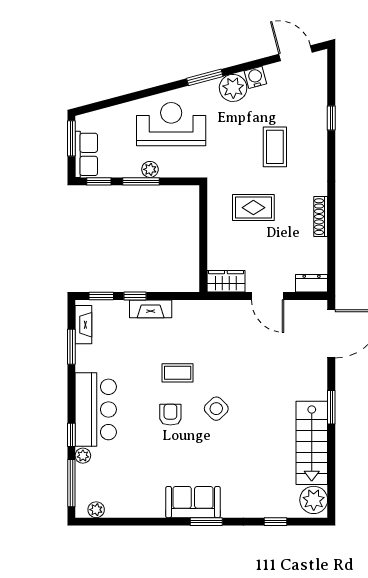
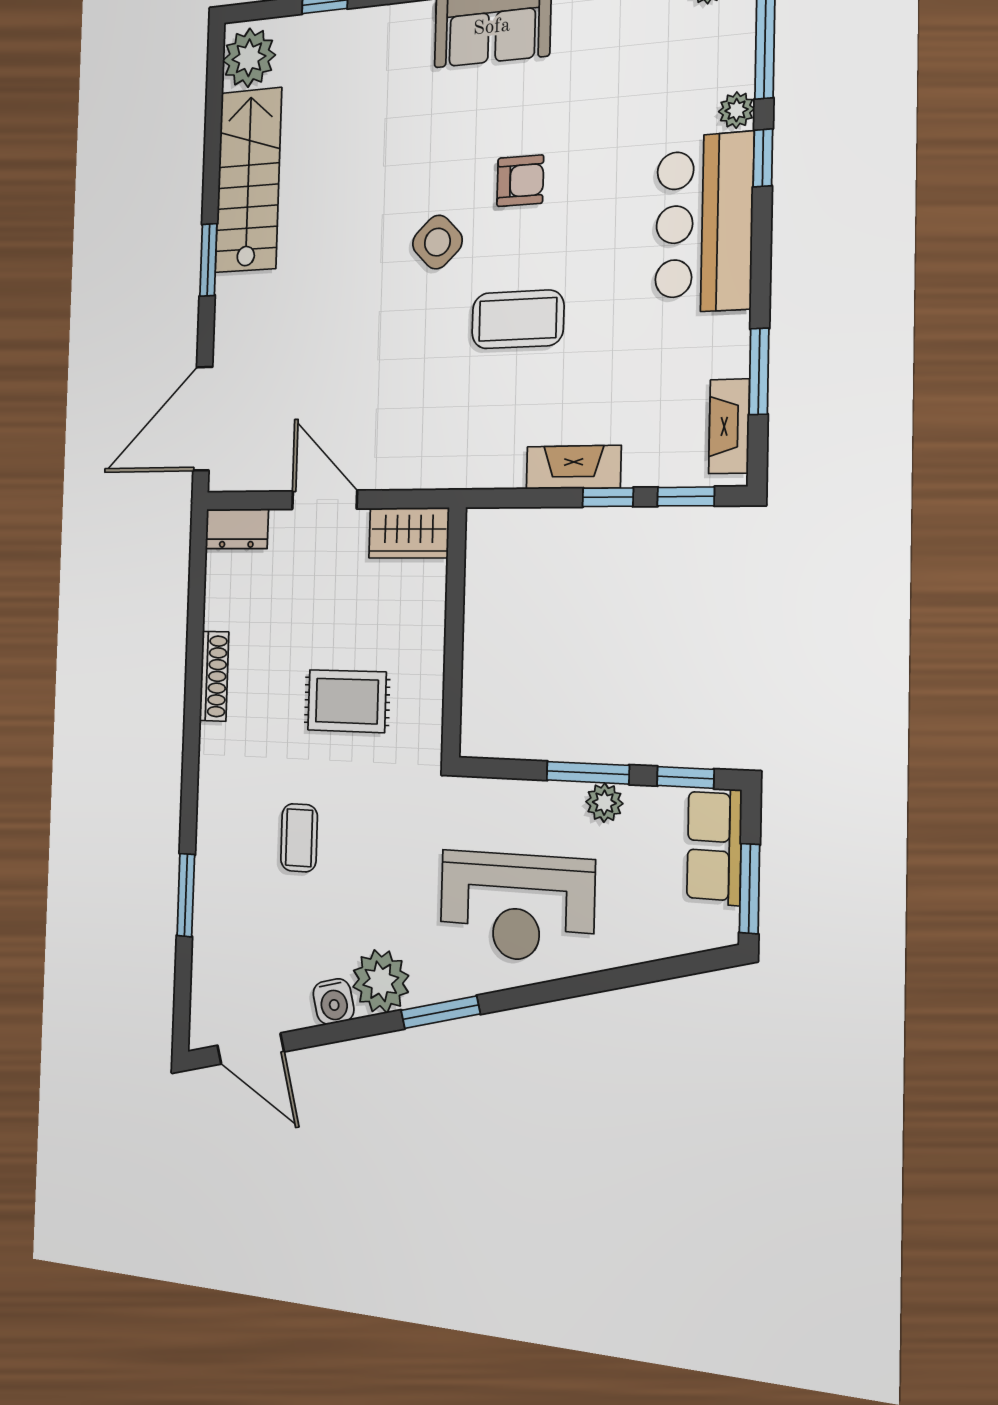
window: (331, 118) -> (186, 895), width x1.50
coffee table: (275, 147) -> (299, 838), width x0.73, depth x0.77
plant: (150, 169) -> (604, 803), moved
coffee table: (178, 373) -> (518, 319), width x1.36, depth x1.30
armchair: (170, 415) -> (520, 181), moved, turned -90

